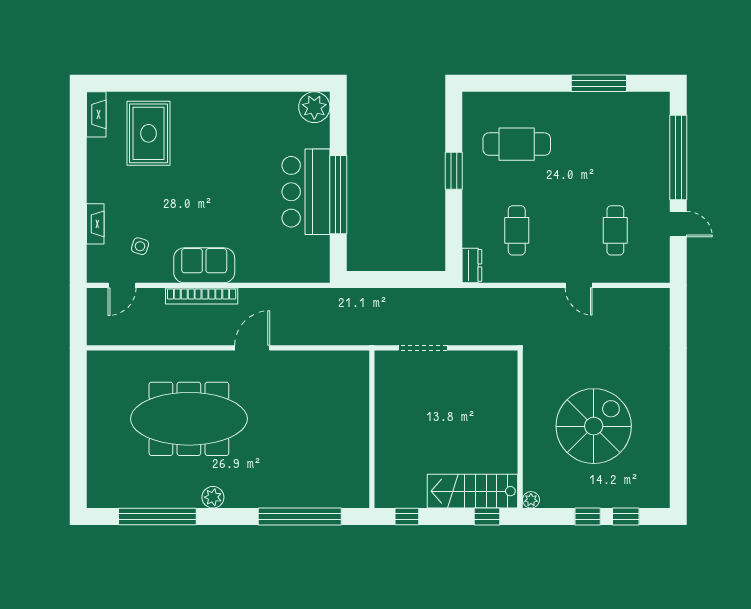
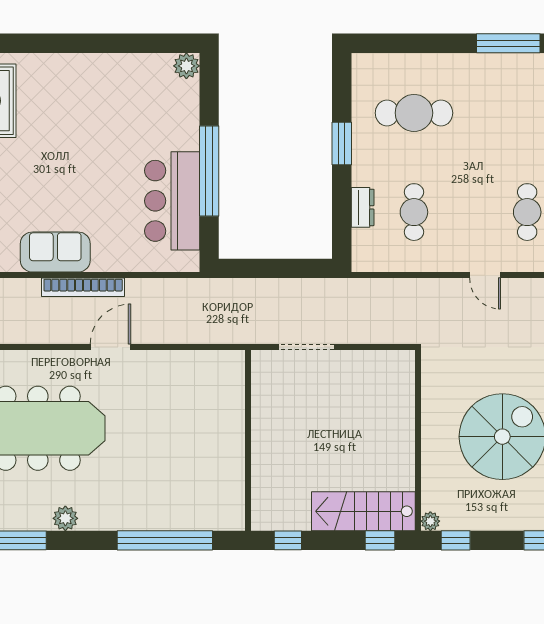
plant: (314, 107) -> (186, 66), width x0.73, depth x0.73
bar counter: (306, 192) -> (172, 201), moved
dresser: (472, 265) -> (363, 207), moved
bookcase: (202, 296) -> (83, 287), moved
window: (588, 516) -> (456, 540), moved

